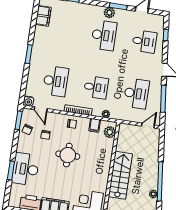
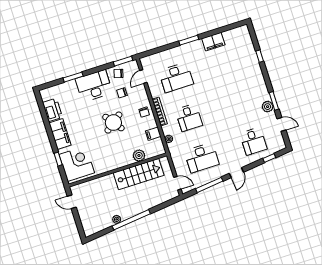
plant: (109, 13) -> (268, 107), moved
filing cabinet: (43, 16) -> (213, 42), moved
desk: (104, 35) -> (241, 101), removed
water cooler: (28, 101) -> (145, 62), removed
plant: (110, 132) -> (139, 156), moved
round table: (68, 155) -> (113, 123), turned -37
desk: (25, 169) -> (94, 86), moved
stairs: (120, 175) -> (139, 174), moved

